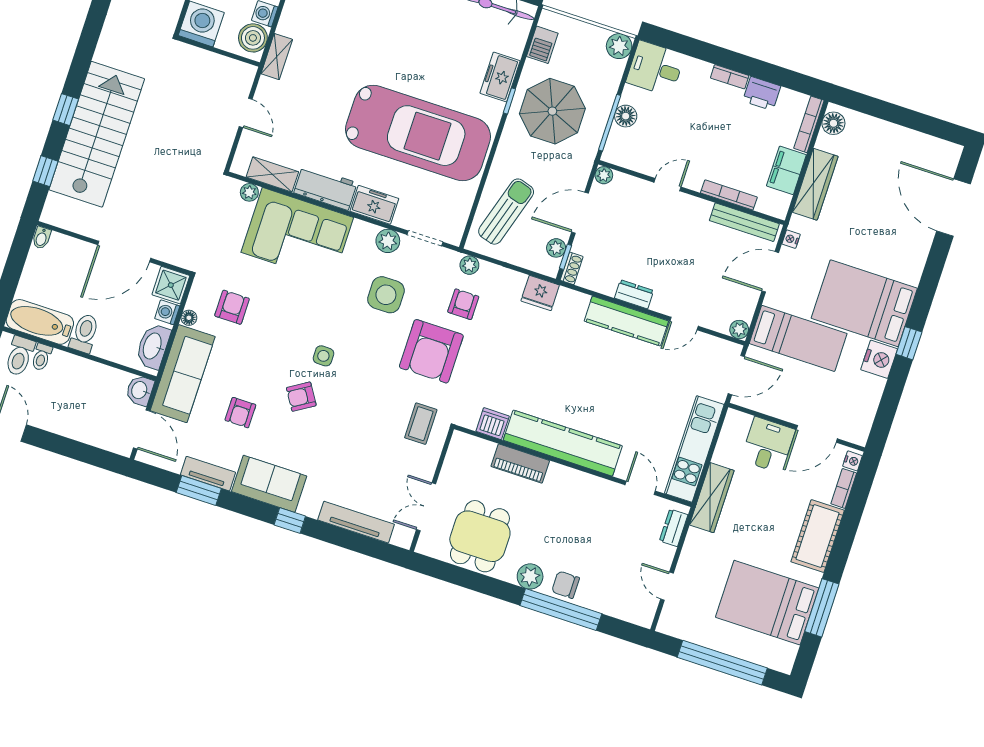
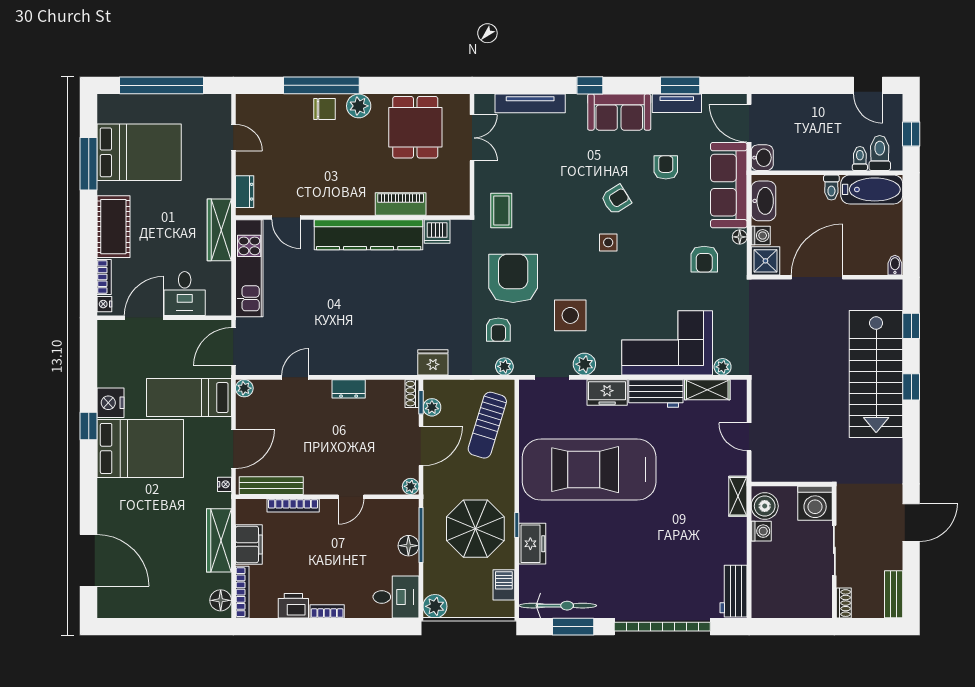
kitchen counter: (626, 321) -> (348, 363), removed
toilet: (84, 333) -> (831, 188), width x0.73, depth x0.72

